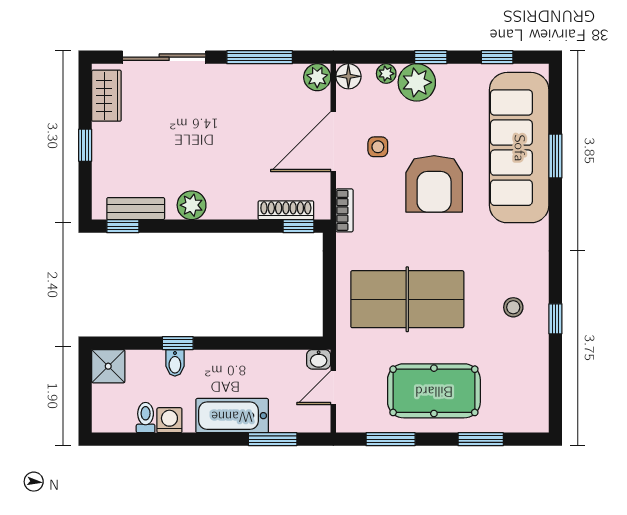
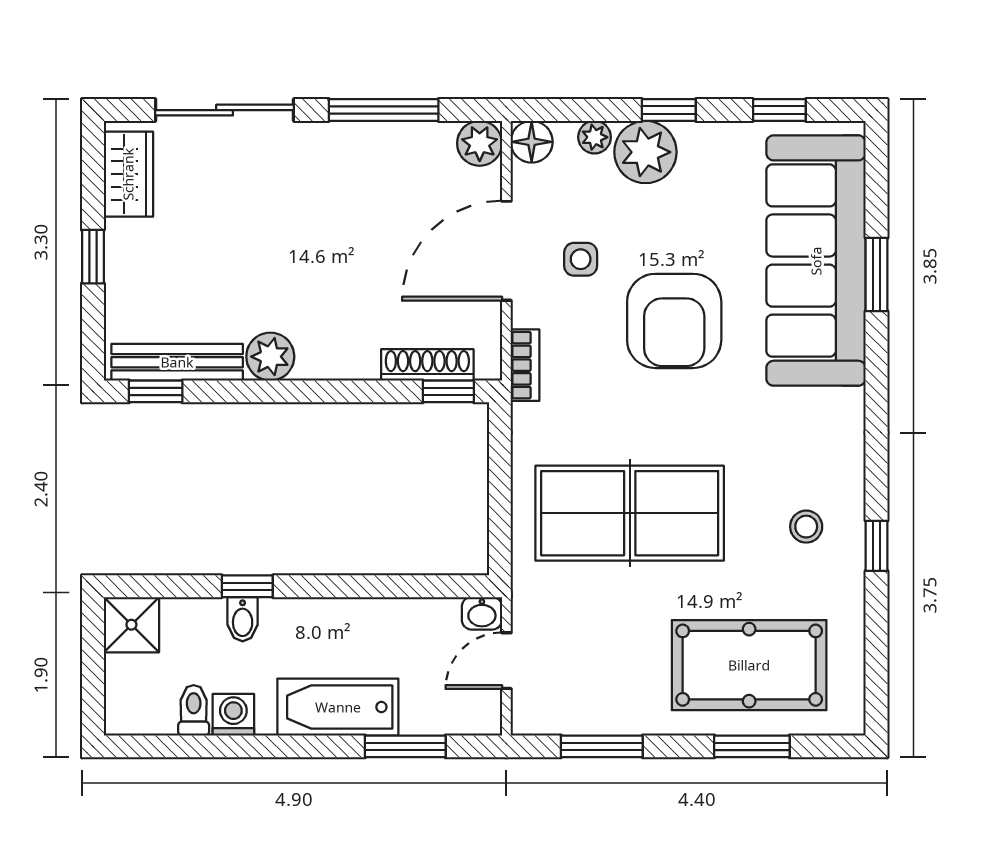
bench: (136, 209) -> (177, 362), width x1.36
pool table: (434, 391) -> (749, 665), moved

